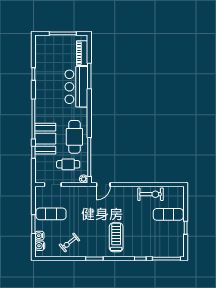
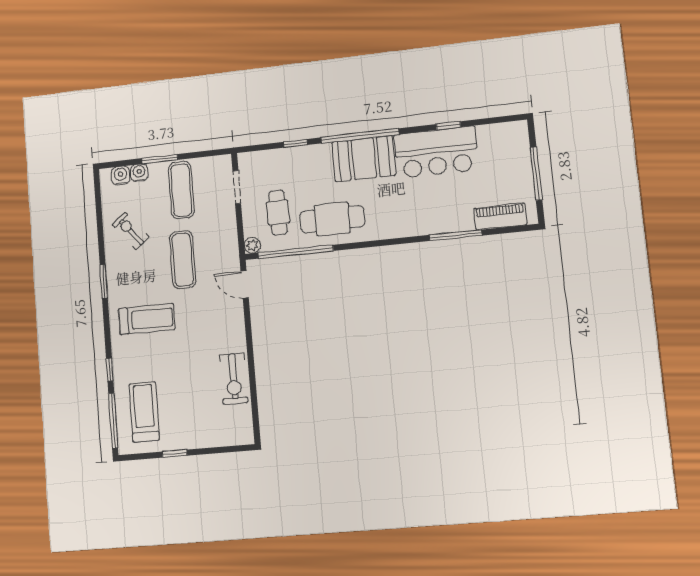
bar counter: (76, 87) -> (436, 152), moved, turned 180
booth: (45, 139) -> (364, 159), moved
exercise mat: (168, 214) -> (183, 260), moved
treadmill: (163, 242) -> (144, 412), added

